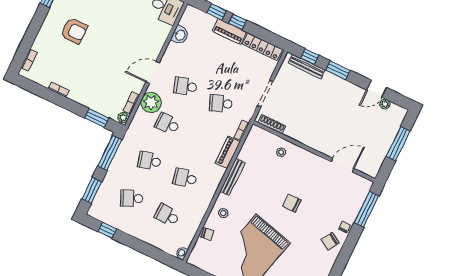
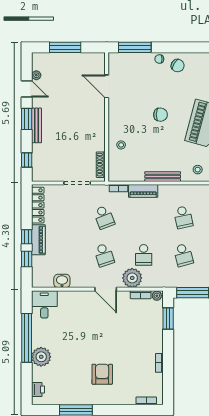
bench: (307, 67) -> (36, 125), moved
window: (338, 70) -> (27, 119), moved
chair: (292, 203) -> (160, 115), turned -87

